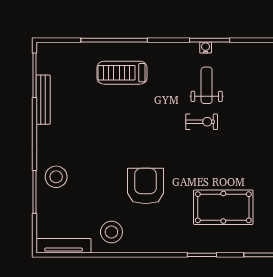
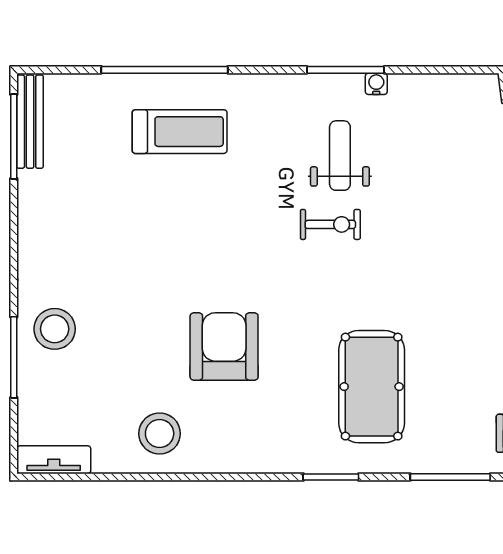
water cooler: (206, 48) -> (376, 84), moved
treadmill: (122, 73) -> (180, 132), turned 180
bench: (43, 100) -> (30, 122), moved
pool table: (223, 207) -> (372, 387), turned 90
tv unit: (64, 246) -> (54, 460), width x0.71

